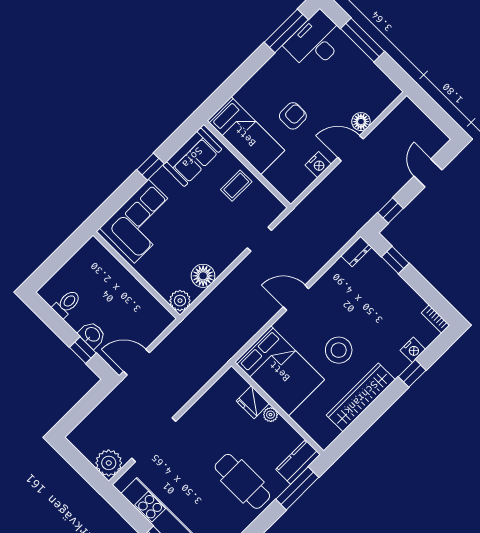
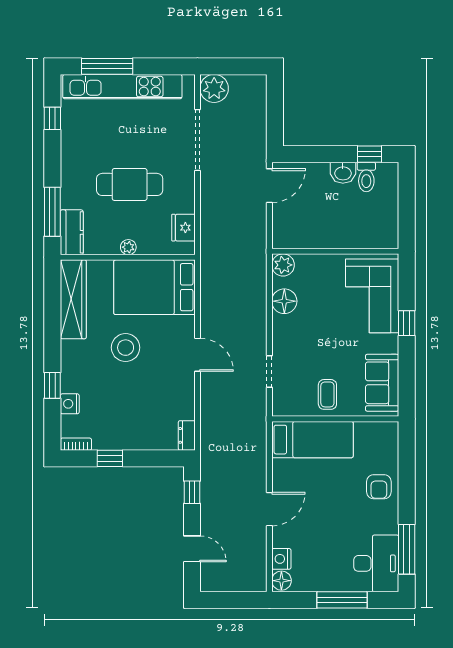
armchair: (293, 116) -> (379, 487), moved
floor lamp: (361, 122) -> (281, 581), moved
bed: (246, 136) -> (312, 440), moved, turned 180
nightstand: (318, 165) -> (281, 559), moved
window: (150, 167) -> (407, 323), moved
window: (395, 260) -> (110, 458), moved
door: (296, 298) -> (198, 355), hinge flipped
washbasin: (92, 335) -> (343, 173), moved
window: (83, 350) -> (370, 154), moved
wardrobe: (361, 397) -> (73, 299), moved
fridge: (253, 402) -> (184, 228), moved, turned -90
cafe table: (242, 481) -> (130, 184), moved

